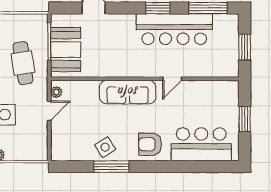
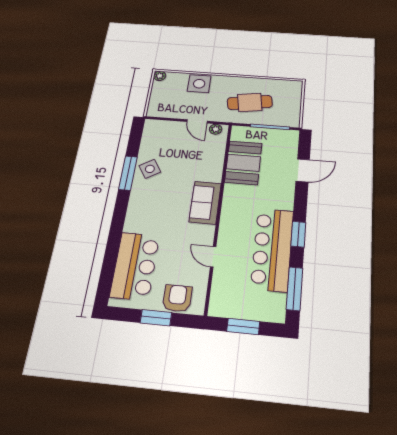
booth: (66, 50) -> (243, 163), moved, turned 90
door: (172, 79) -> (213, 257), moved
sofa: (128, 92) -> (205, 203), width x0.73
armchair: (150, 144) -> (177, 298), moved

